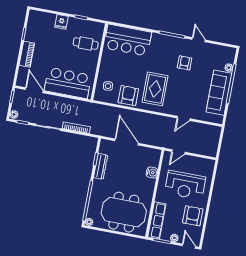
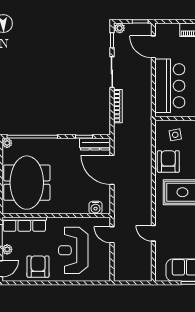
door: (34, 90) -> (153, 47), swing flipped
armchair: (128, 96) -> (168, 161), turned -90
door: (127, 142) -> (112, 170), swing flipped
dresser: (101, 166) -> (95, 144), moved
water cooler: (152, 172) -> (96, 208), moved
armchair: (193, 216) -> (38, 267), turned -90

